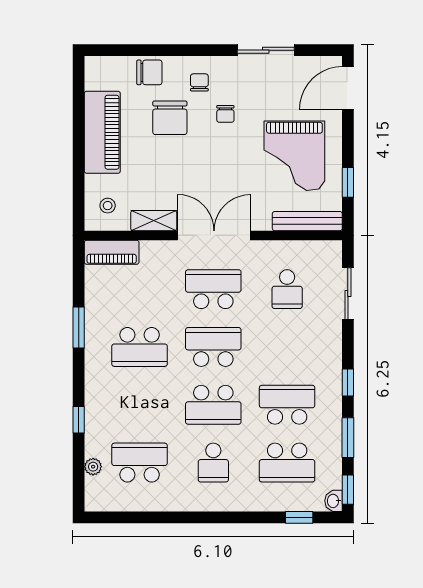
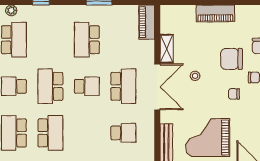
piano: (102, 132) -> (215, 13), width x0.73, depth x0.75
stool: (108, 206) -> (195, 76), moved
school desk: (287, 289) -> (123, 133), turned 180
school desk: (213, 347) -> (87, 86), width x0.54

